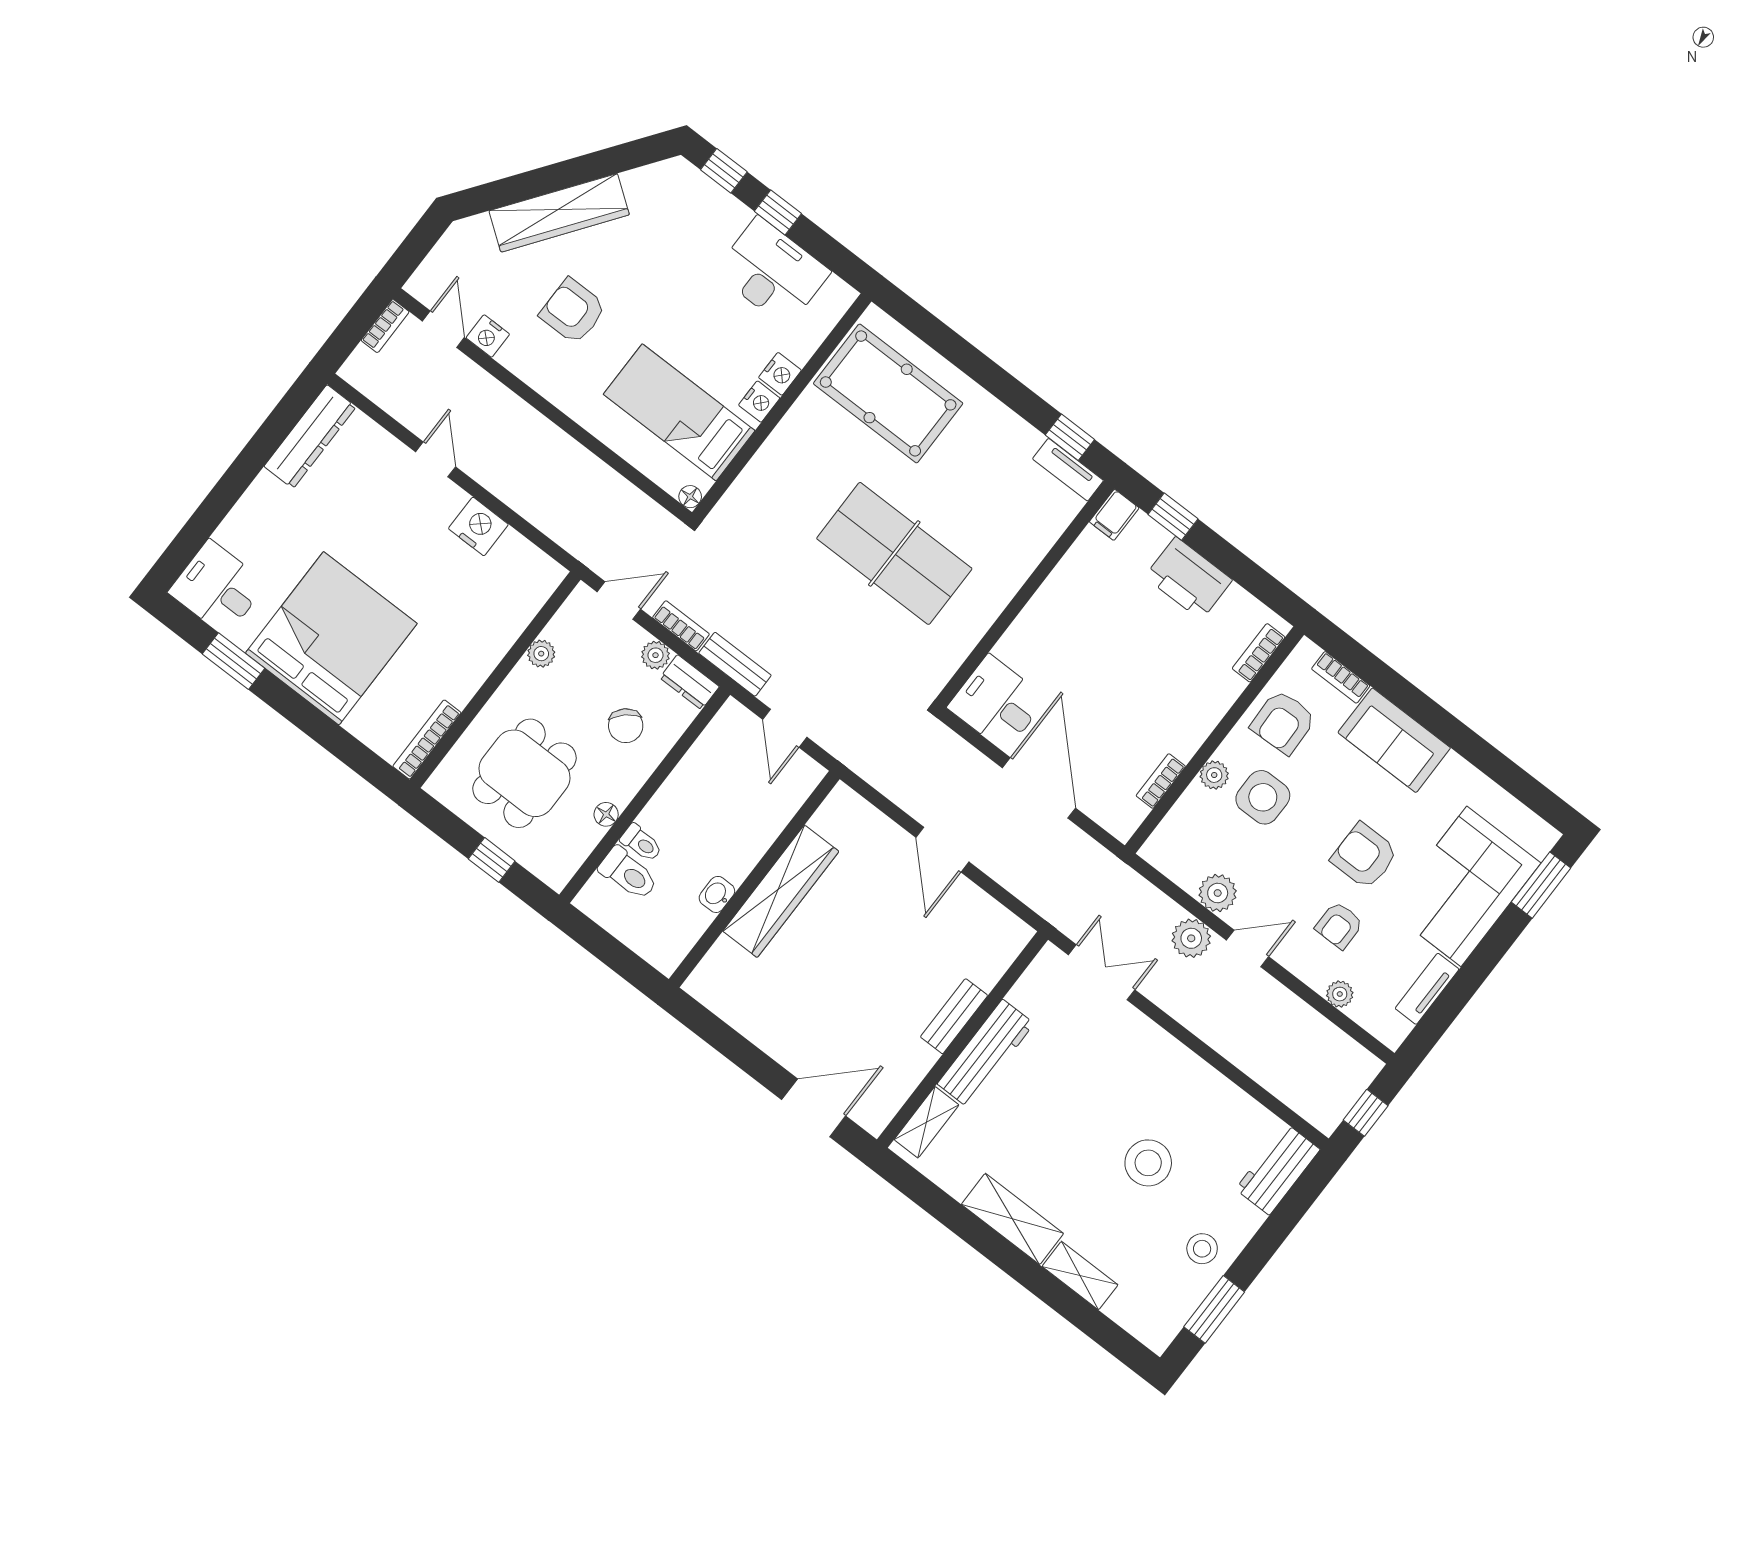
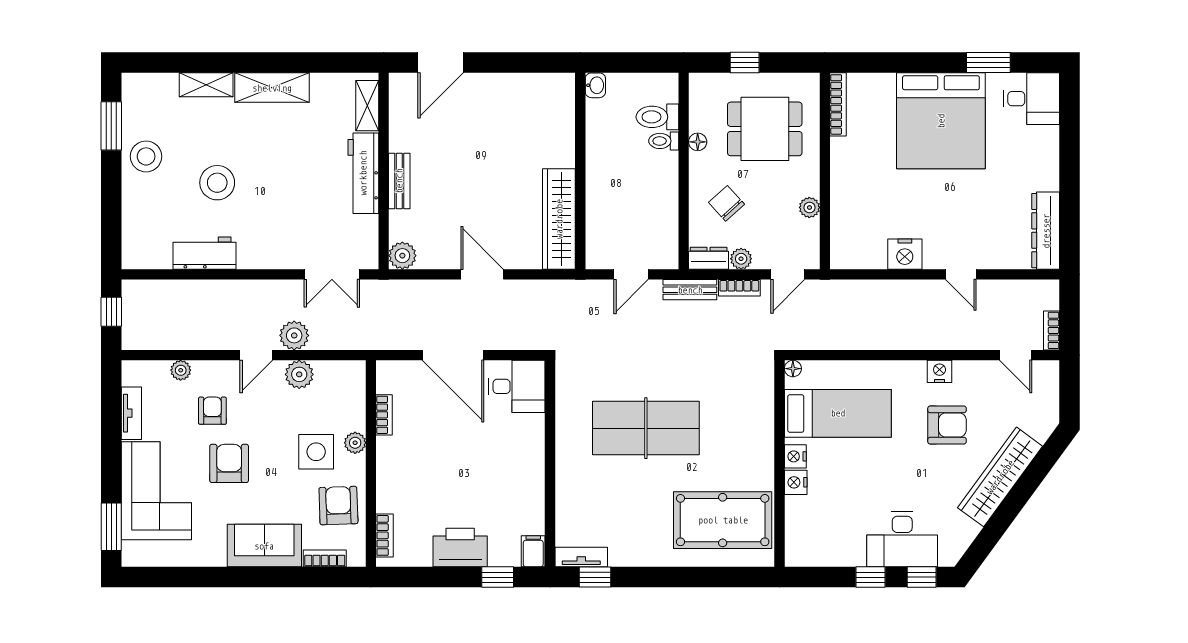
desk: (772, 272) -> (902, 539), moved
nightstand: (488, 336) -> (940, 371), moved
door: (785, 728) -> (631, 274), swing flipped
dining table: (525, 773) -> (765, 129), turned 90
armchair: (1364, 856) -> (229, 463), turned -90
wardrobe: (781, 891) -> (559, 219), moved
washbasin: (717, 894) -> (595, 85), moved
plant: (1012, 935) -> (402, 256), added
workbench: (1278, 1169) -> (205, 253), moved, turned -90
stool: (1202, 1249) -> (146, 156), width x1.38, depth x1.38

